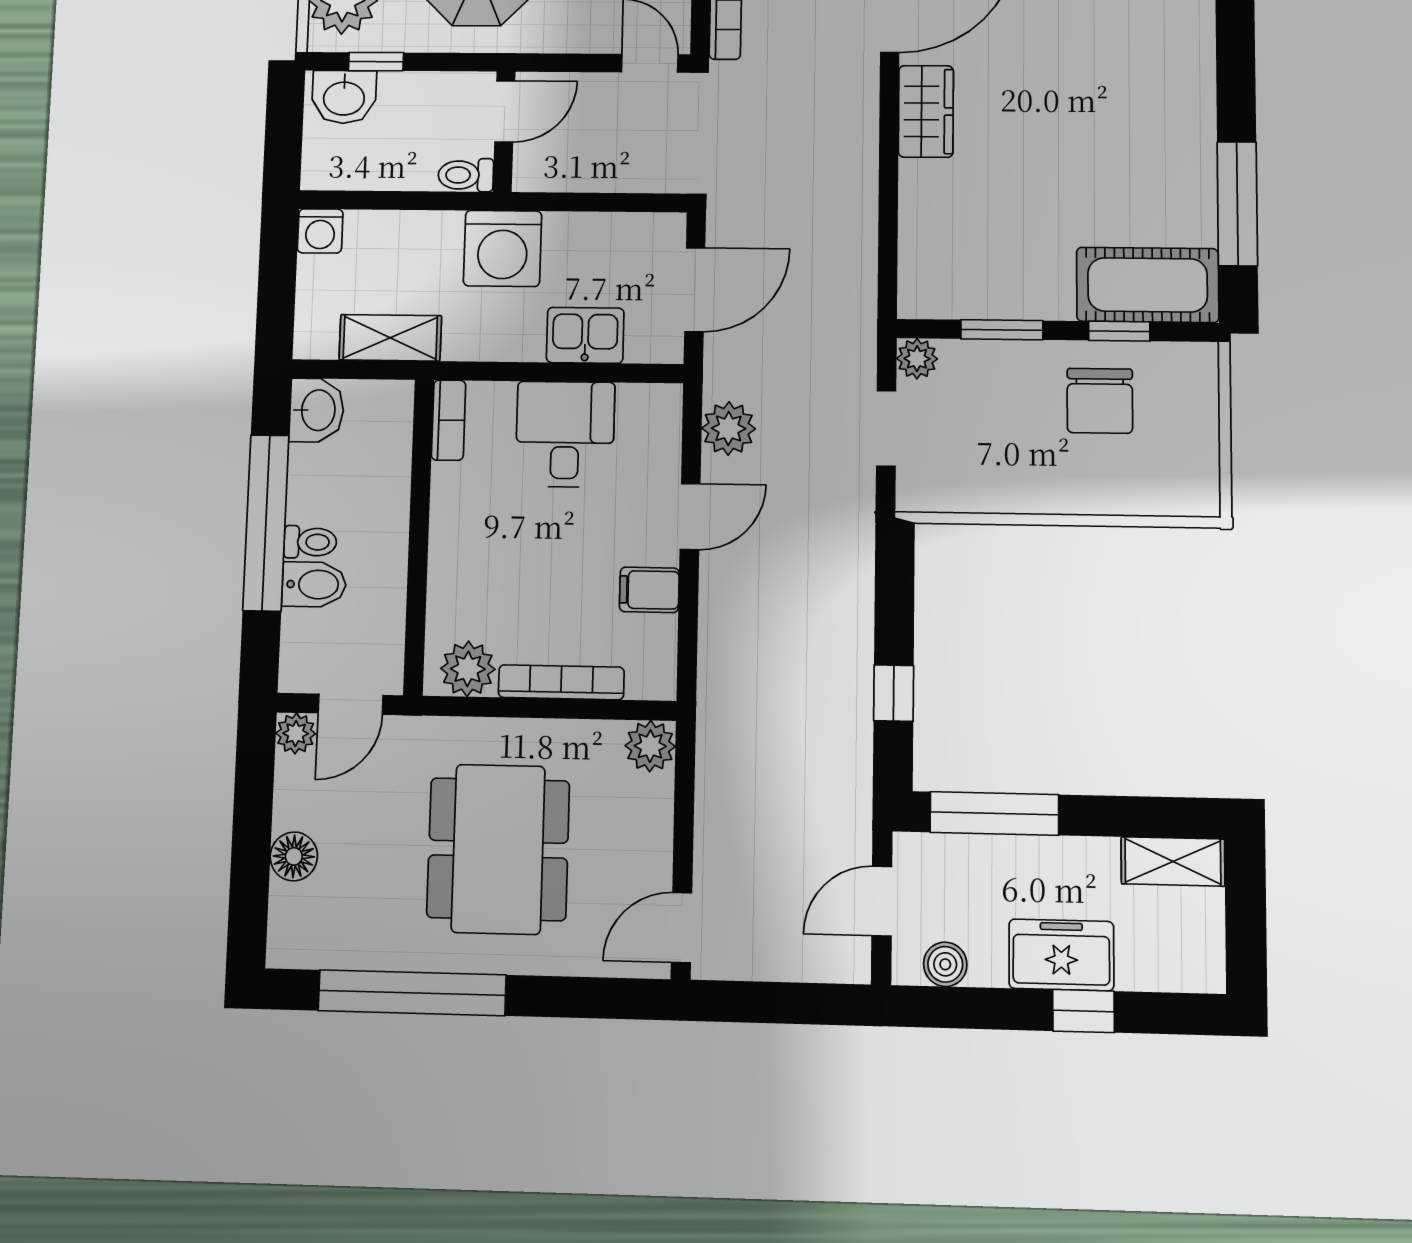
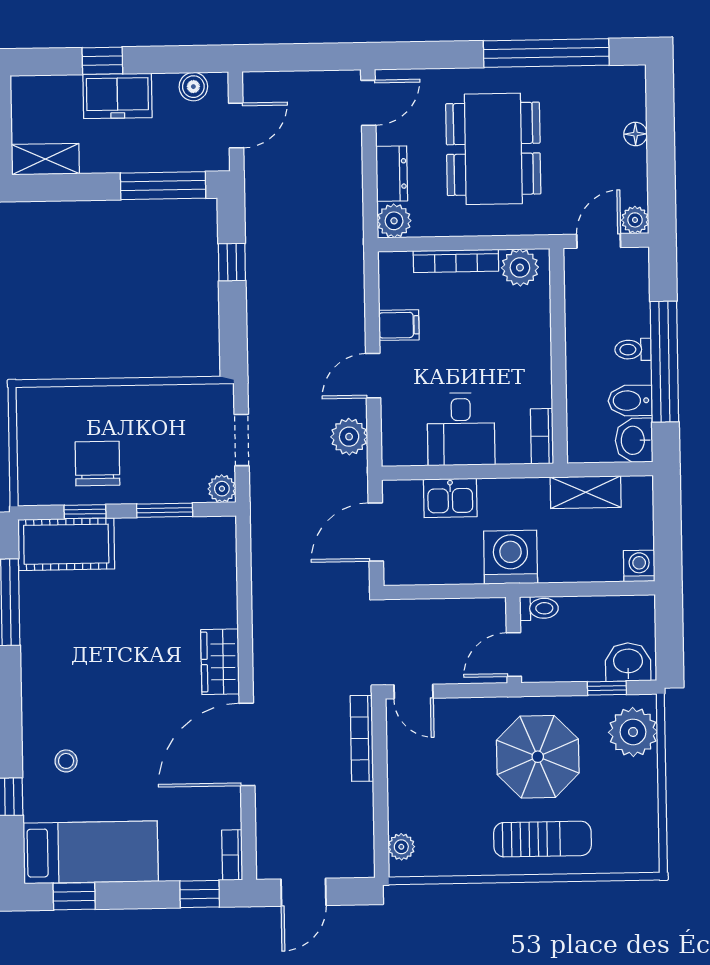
bidet: (314, 584) -> (630, 401), moved
dresser: (651, 818) -> (392, 174), added
floor lamp: (294, 856) -> (636, 134), width x0.73, depth x0.73

